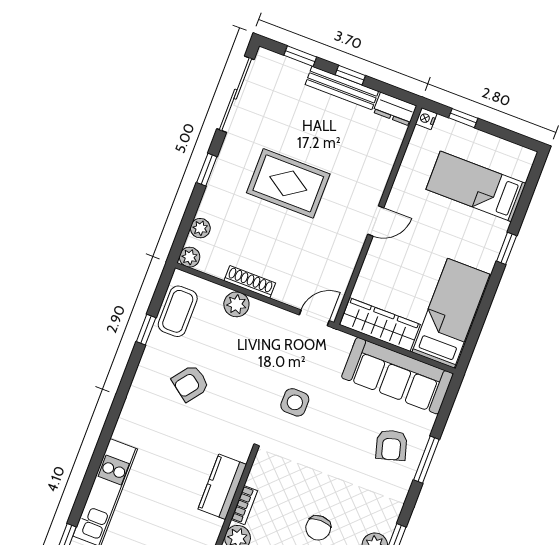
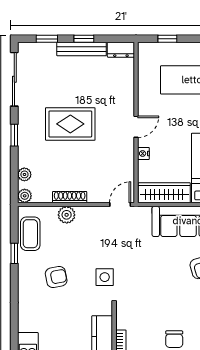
nightstand: (426, 119) -> (143, 153), moved
armchair: (190, 383) -> (56, 277), turned -138
side table: (295, 402) -> (105, 277), moved

